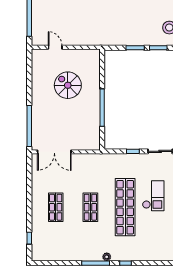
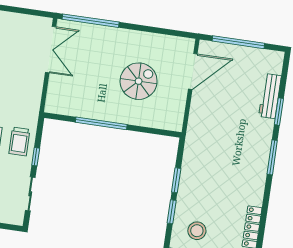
door: (55, 47) -> (193, 71), width x1.88
double door: (54, 152) -> (51, 50), swing flipped
trolley: (124, 165) -> (19, 141), added

